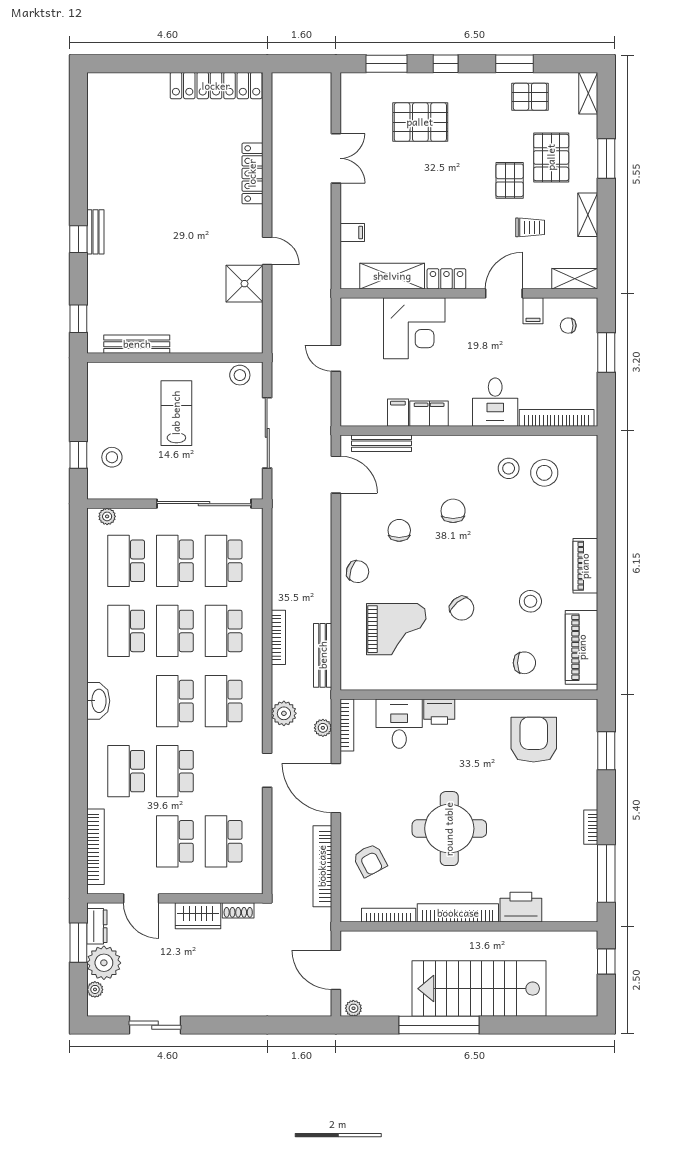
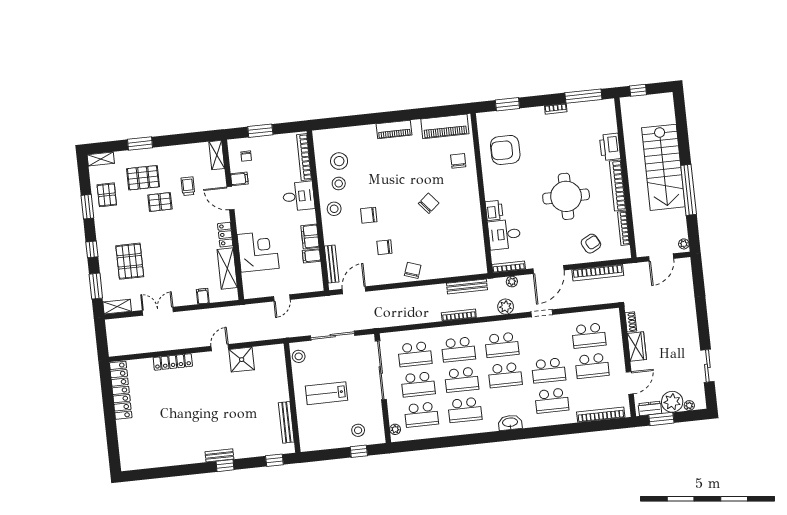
shelving: (588, 215) -> (117, 307), moved
stool: (530, 601) -> (334, 209), moved
grand piano: (396, 629) -> (446, 243), removed

